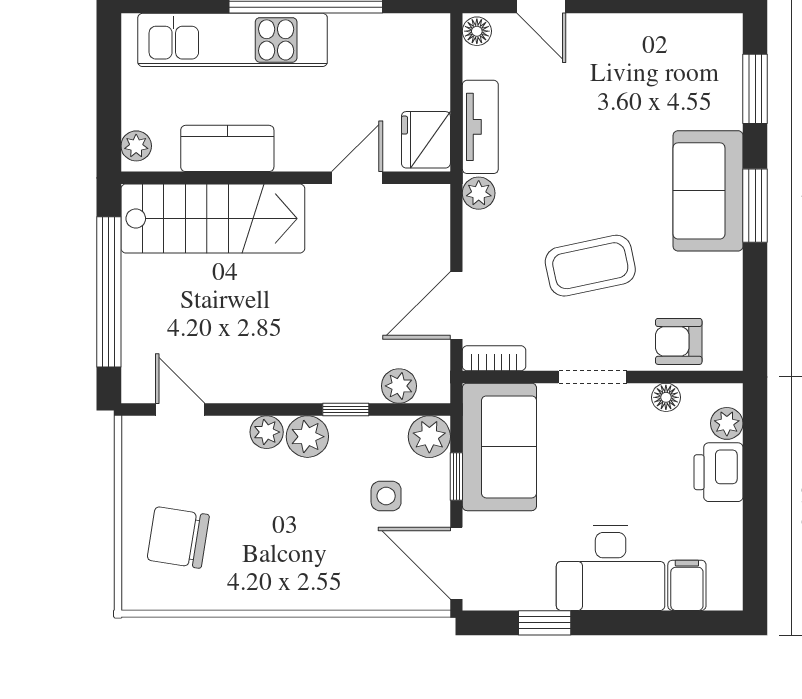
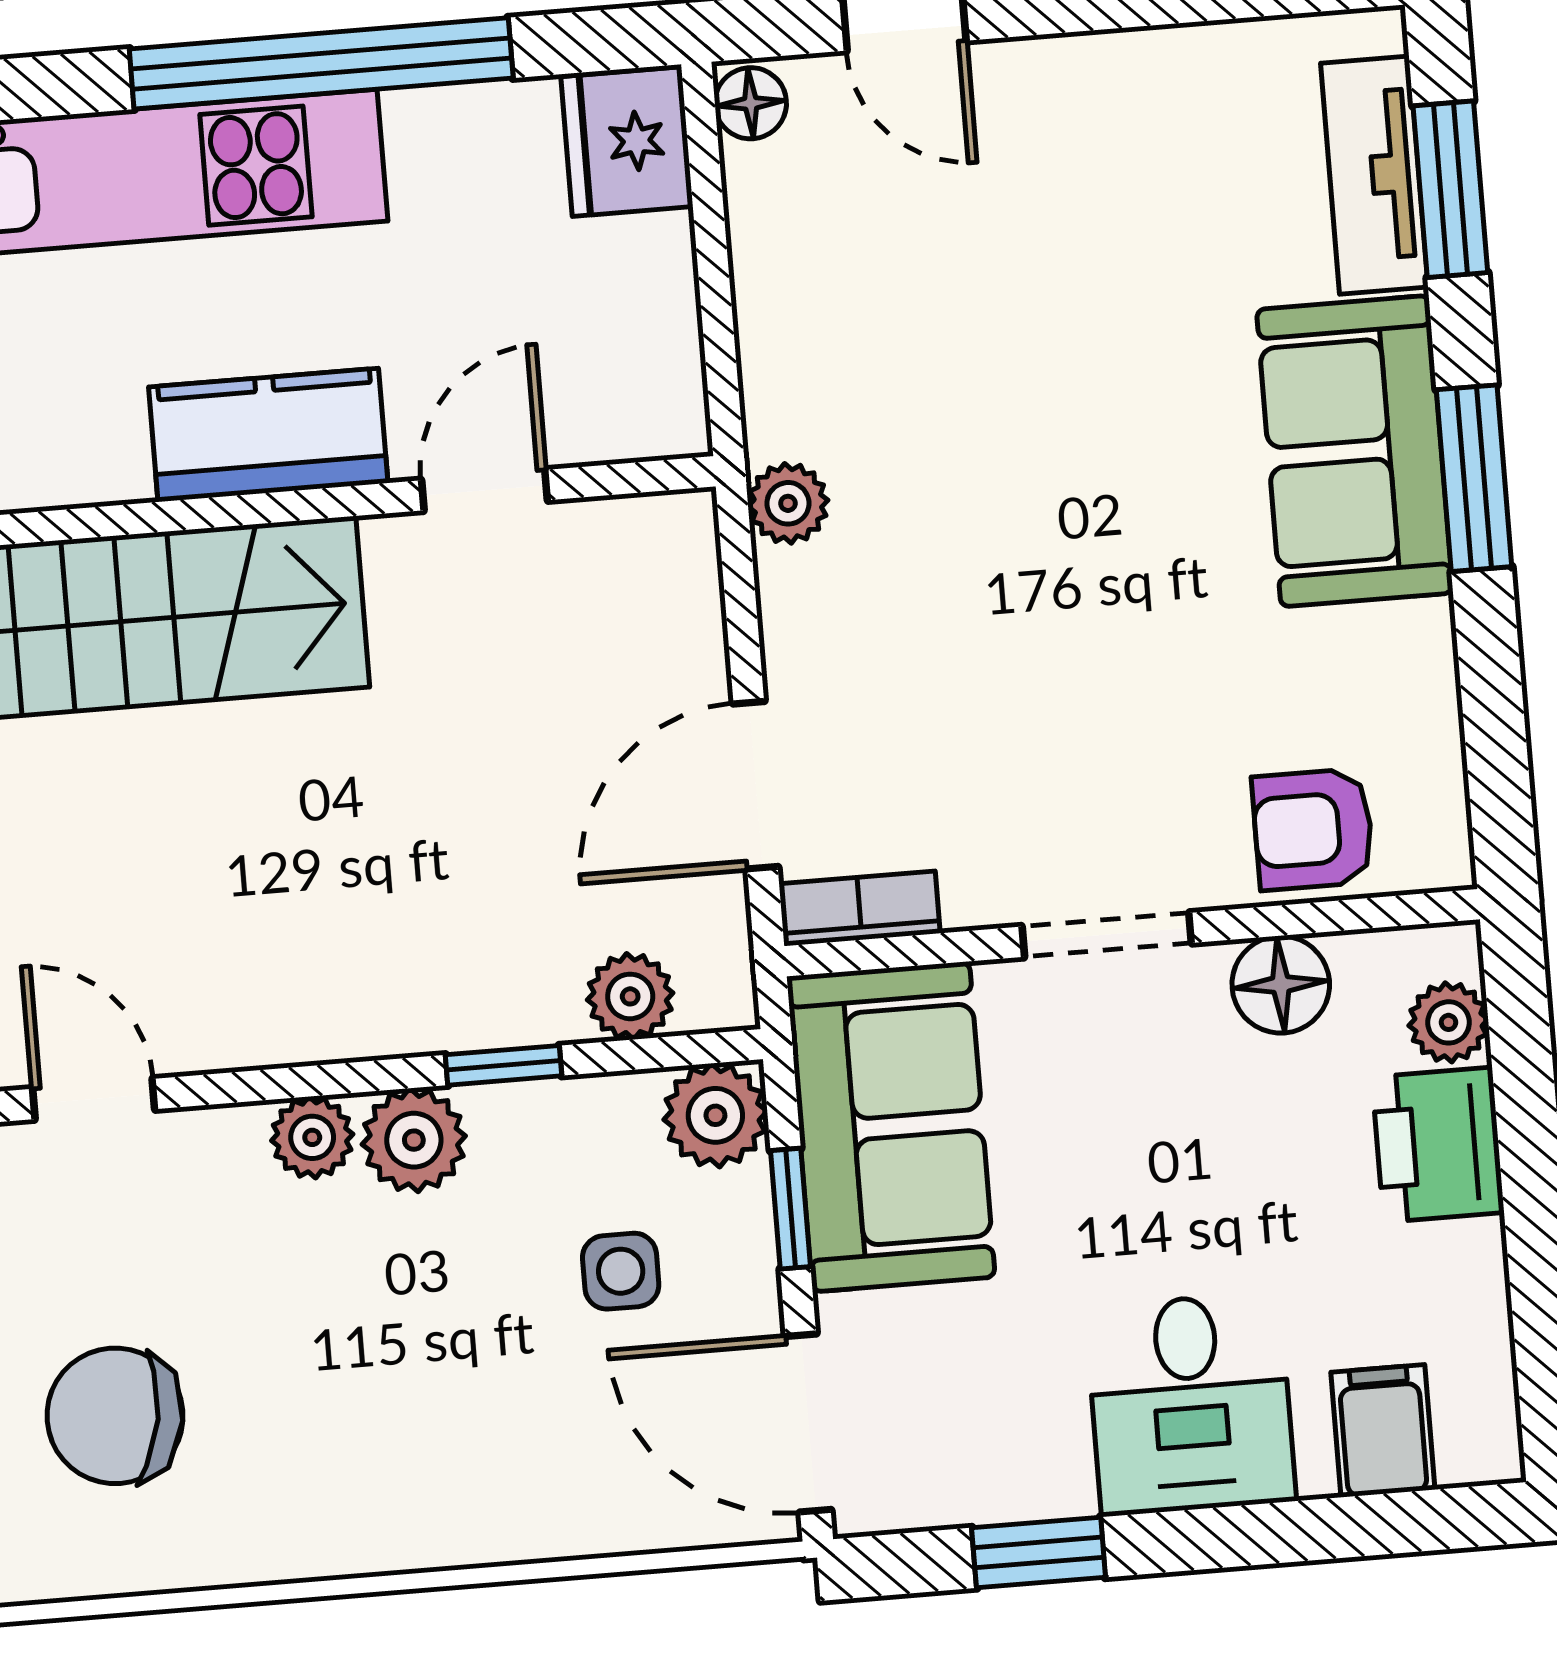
tv unit: (480, 127) -> (1374, 175), moved, turned 180
fridge: (426, 140) -> (627, 142), moved
kitchen counter: (227, 148) -> (268, 435), moved
coffee table: (590, 266) -> (1079, 660), removed
floor lamp: (666, 397) -> (1281, 985), width x1.37, depth x1.37
desk: (611, 568) -> (1191, 1404), width x0.73

